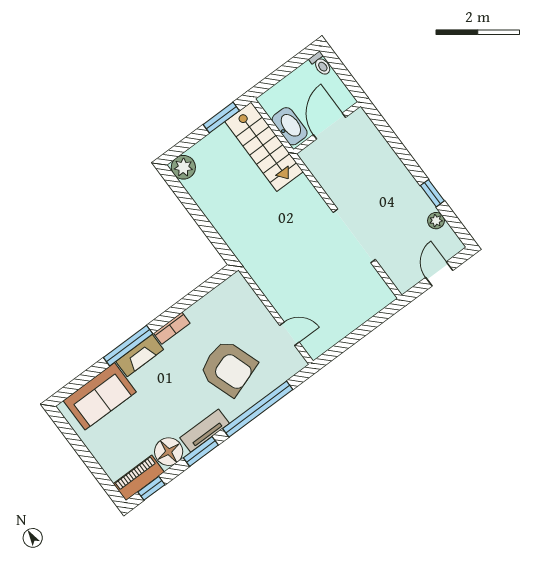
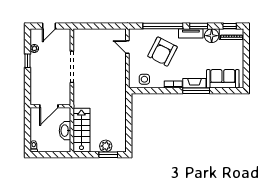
window: (221, 118) -> (108, 155), moved
door: (330, 126) -> (49, 106), moved
wall: (327, 128) -> (50, 106), moved
plant: (183, 167) -> (106, 146), moved
side table: (224, 302) -> (144, 79), added
armchair: (228, 368) -> (162, 52), turned -134

